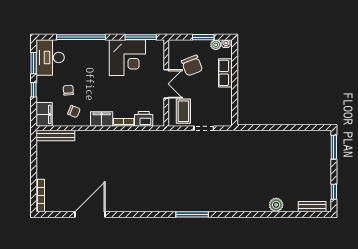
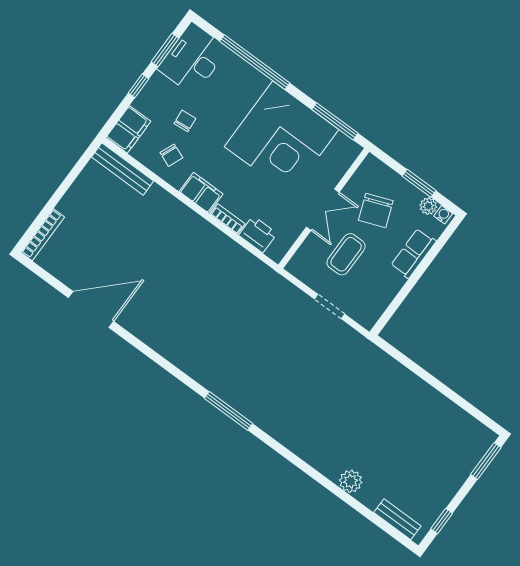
corner desk: (127, 58) -> (282, 138), width x1.36, depth x1.36
coffee table: (183, 111) -> (346, 254), moved

